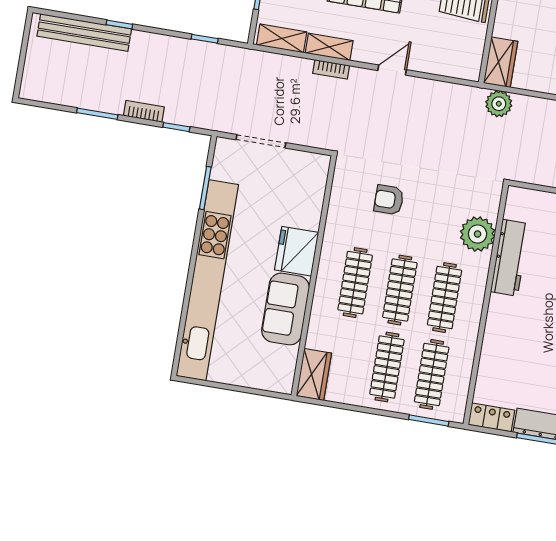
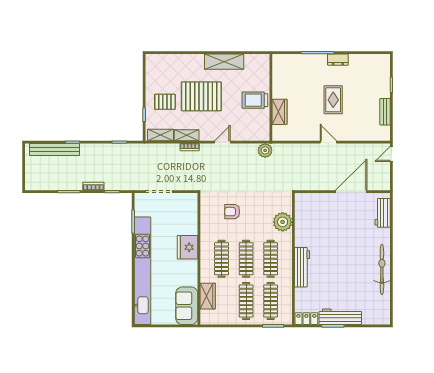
wardrobe: (501, 62) -> (280, 112), moved
plant: (499, 104) -> (265, 150), moved
workbench: (510, 258) -> (302, 267), moved
sofa: (285, 309) -> (187, 306), moved
wardrobe: (314, 375) -> (208, 296), moved

